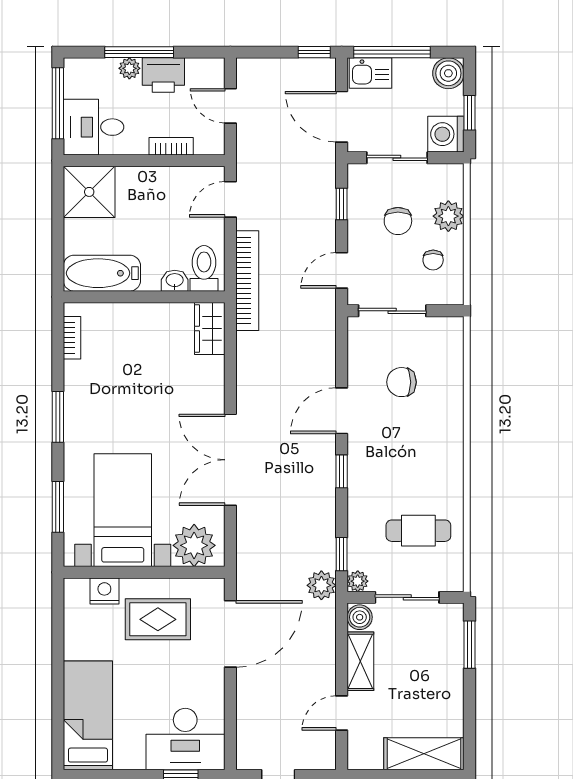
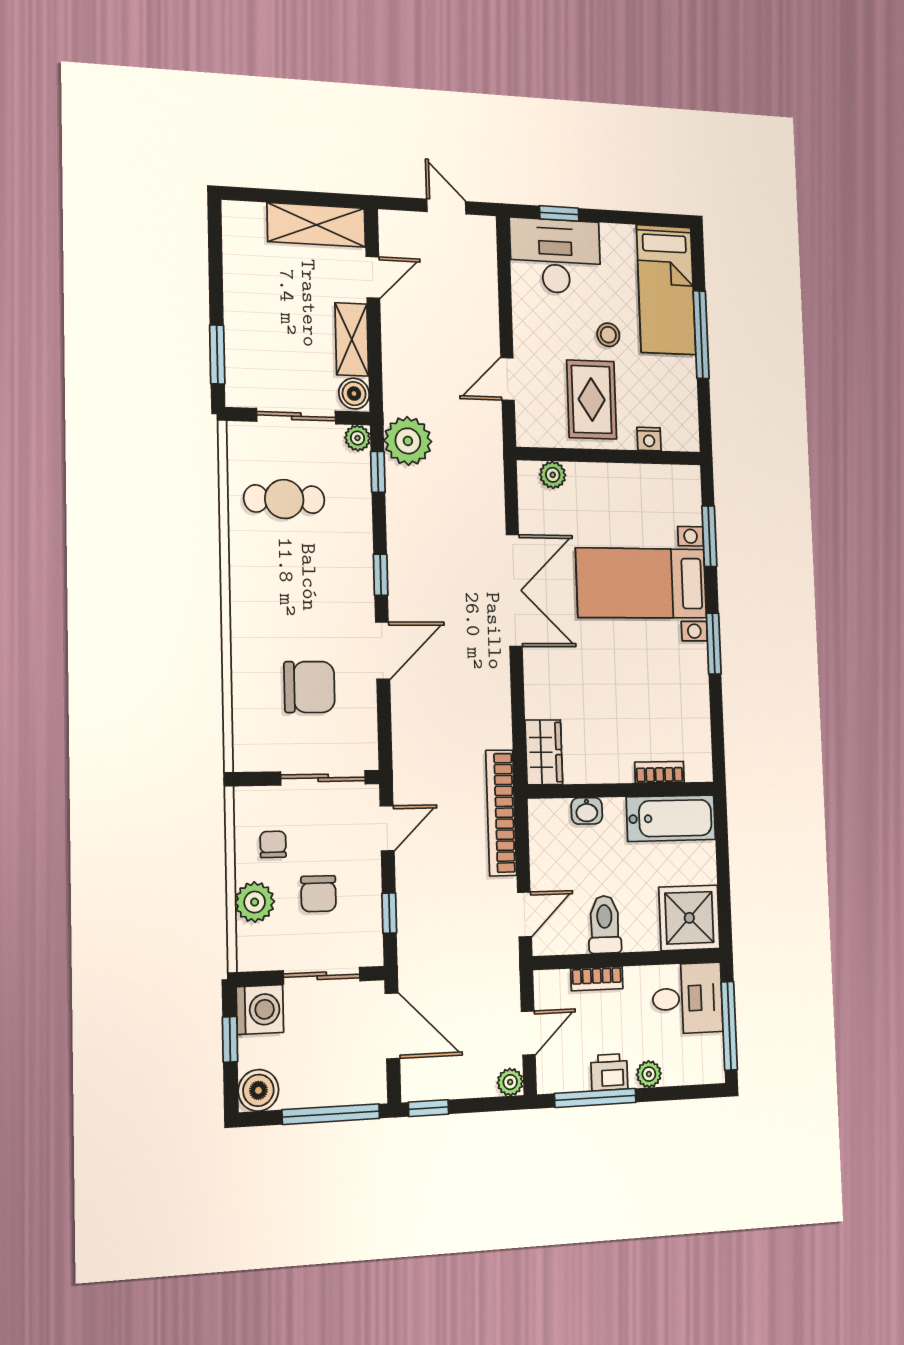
window: (139, 52) -> (595, 1098), moved
plant: (247, 68) -> (510, 1082), added
kitchen sink: (370, 73) -> (358, 1085), removed
printer: (163, 75) -> (609, 1072), width x0.73, depth x0.81
door: (230, 106) -> (528, 1033), hinge flipped
chair: (398, 221) -> (319, 894), turned 180
toilet: (204, 268) -> (605, 924), moved, turned 180
bookcase: (72, 338) -> (659, 772), moved, turned 90
chair: (402, 382) -> (309, 687), width x1.37, depth x1.37
bed with nightstands: (123, 510) -> (641, 583), moved, turned 90
plant: (194, 545) -> (553, 475), width x0.53, depth x0.53
plant: (321, 585) -> (408, 441), width x1.36, depth x1.36
nightstand: (104, 591) -> (649, 439), width x0.72, depth x0.74
rug: (158, 619) -> (592, 399), turned 90
door: (230, 634) -> (508, 379), width x0.53
stool: (141, 674) -> (608, 335), added
window: (58, 678) -> (701, 335), added
shelving: (424, 754) -> (316, 225), moved

